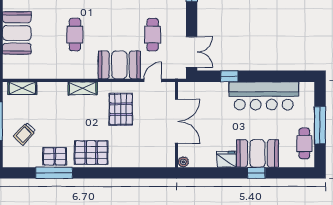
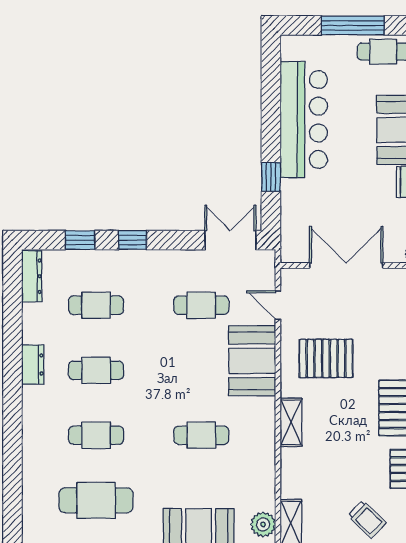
plant: (22, 72) -> (263, 524), added

